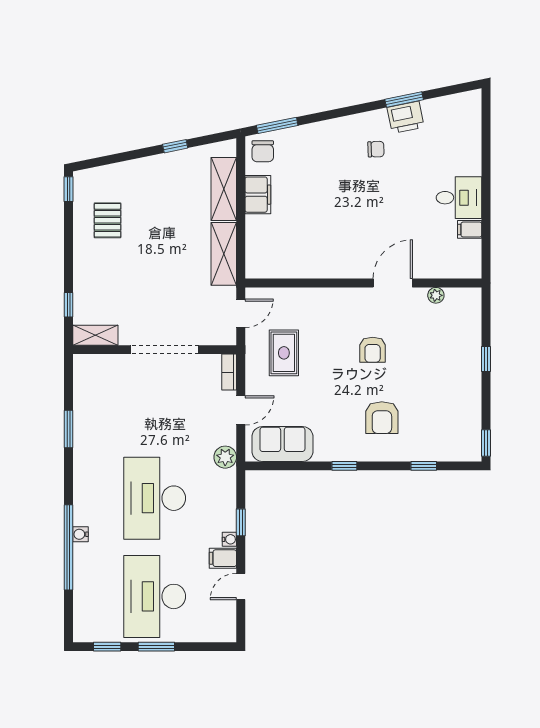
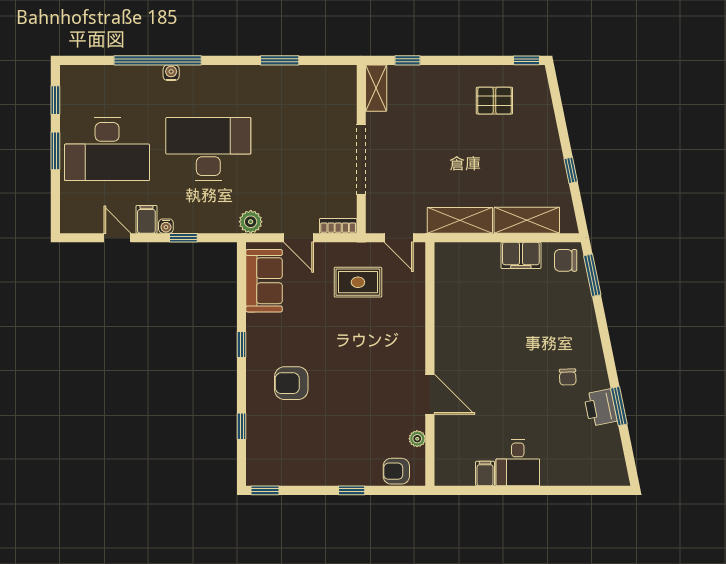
armchair: (373, 350) -> (396, 471), moved
desk: (155, 596) -> (107, 149), turned 180

